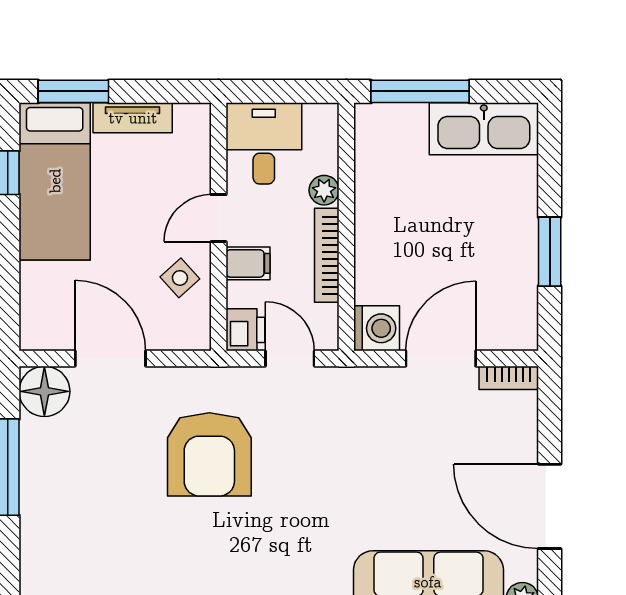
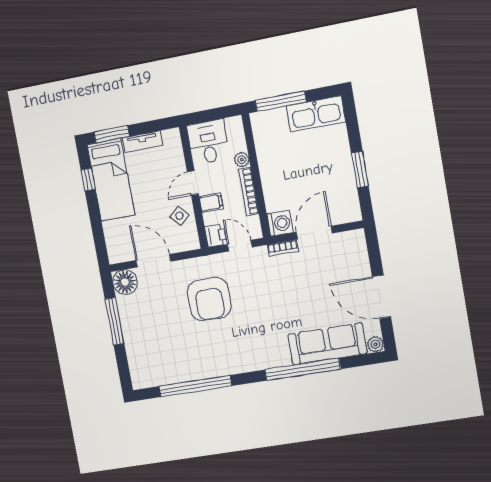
bookcase: (509, 378) -> (283, 248), moved

